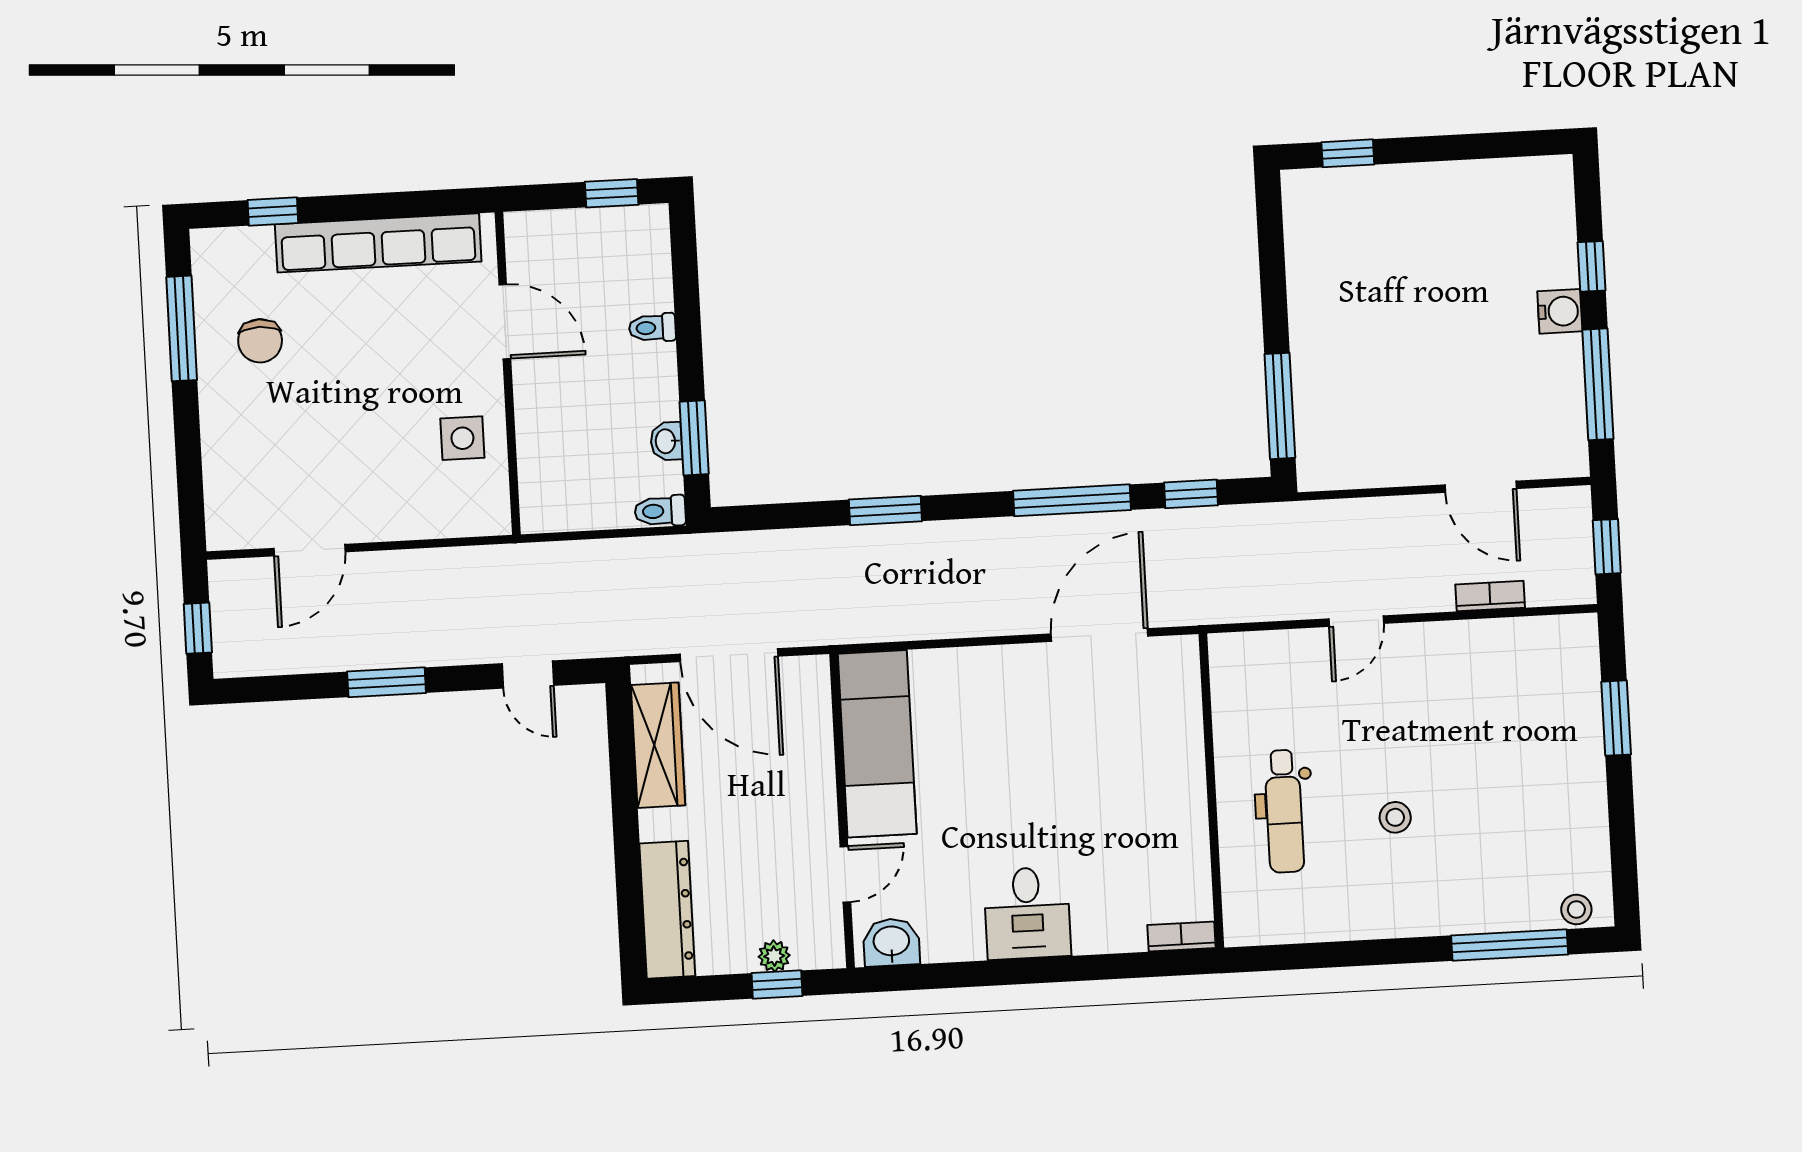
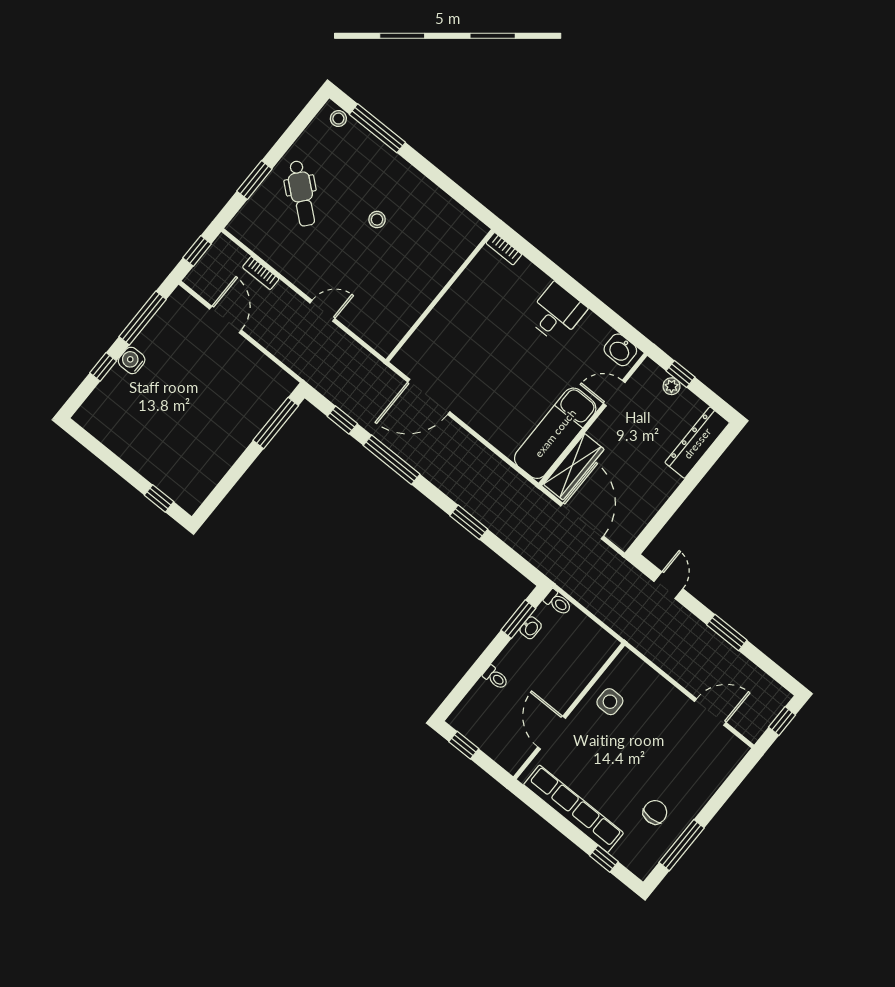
wardrobe: (658, 745) -> (574, 467), moved, turned 180
dental chair: (1284, 811) -> (302, 193), moved, turned 130

